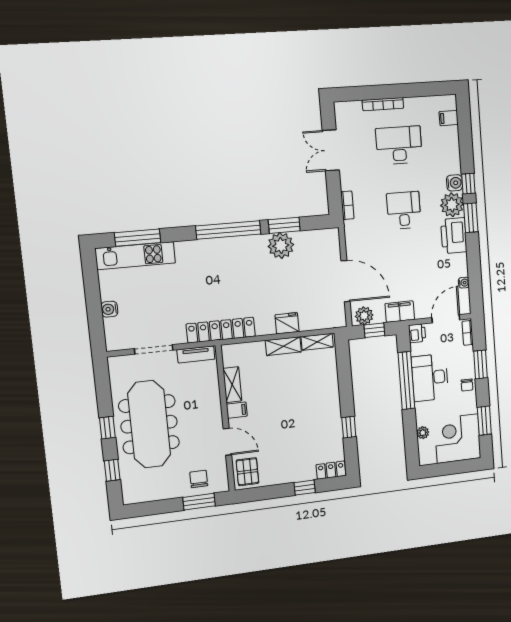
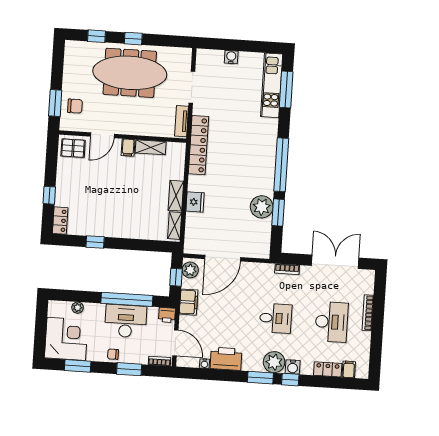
locker: (452, 142) -> (328, 369), added
double door: (331, 150) -> (335, 262), width x1.37
printer: (454, 236) -> (226, 359), moved

